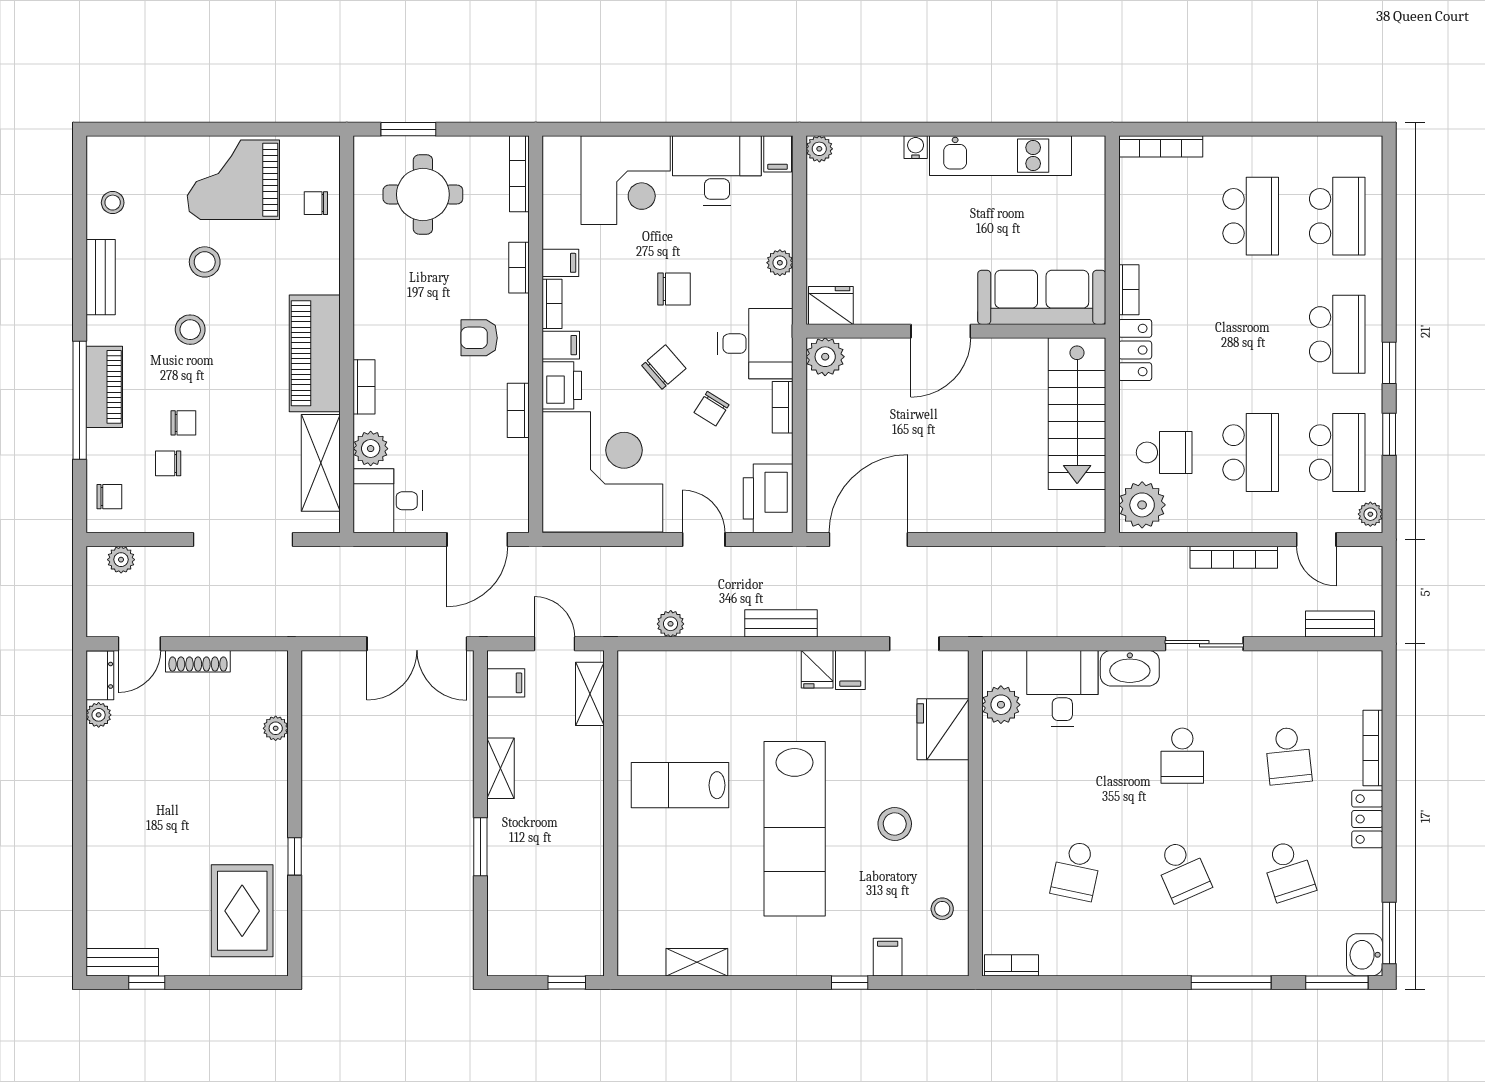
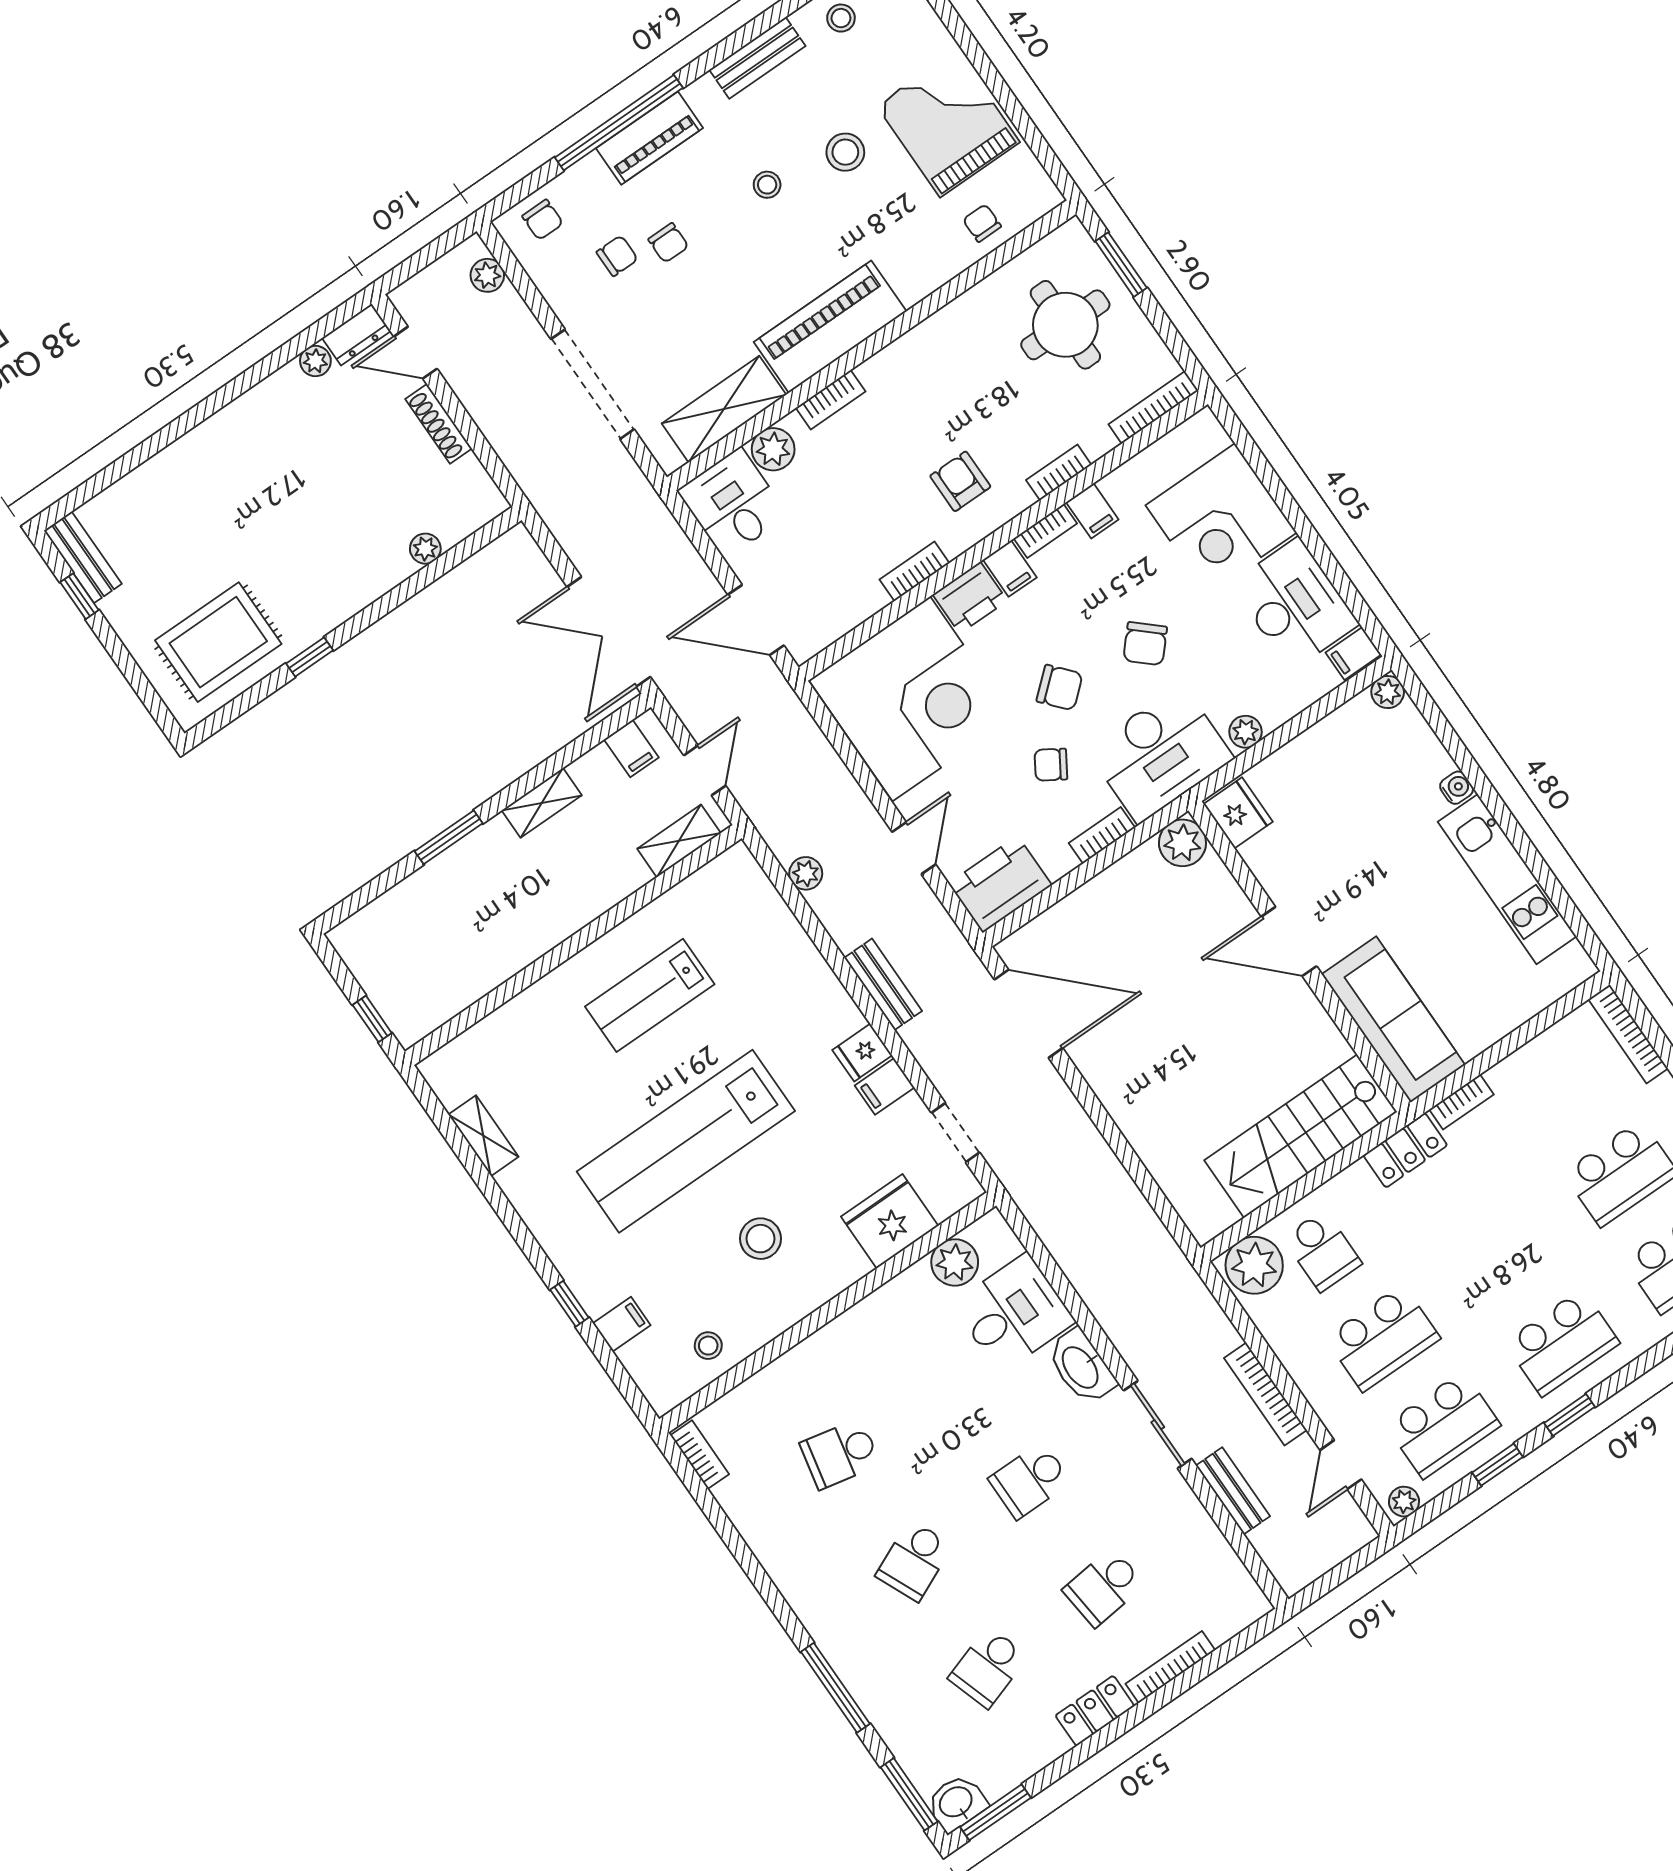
chair: (674, 289) -> (1145, 644), turned 42
stool: (190, 330) -> (767, 185), width x0.73, depth x0.73
desk: (755, 344) -> (1160, 754), width x1.37
chair: (168, 463) -> (617, 256), turned 90
bench: (1340, 624) -> (1233, 1491), moved
lab bench: (680, 785) -> (650, 995), turned -90

